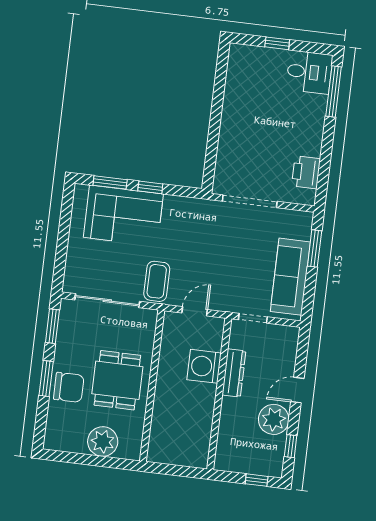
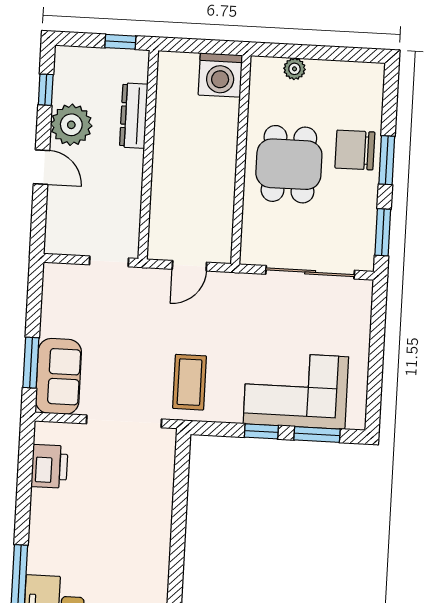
sofa: (290, 277) -> (58, 376), moved, width x0.73
coffee table: (157, 281) -> (190, 382), moved
washing machine: (204, 366) -> (220, 75), moved, turned 90
dresser: (234, 373) -> (134, 116), moved
door: (297, 390) -> (41, 167), hinge flipped
plant: (103, 442) -> (294, 69), width x0.53, depth x0.53
window: (257, 480) -> (120, 42), moved

